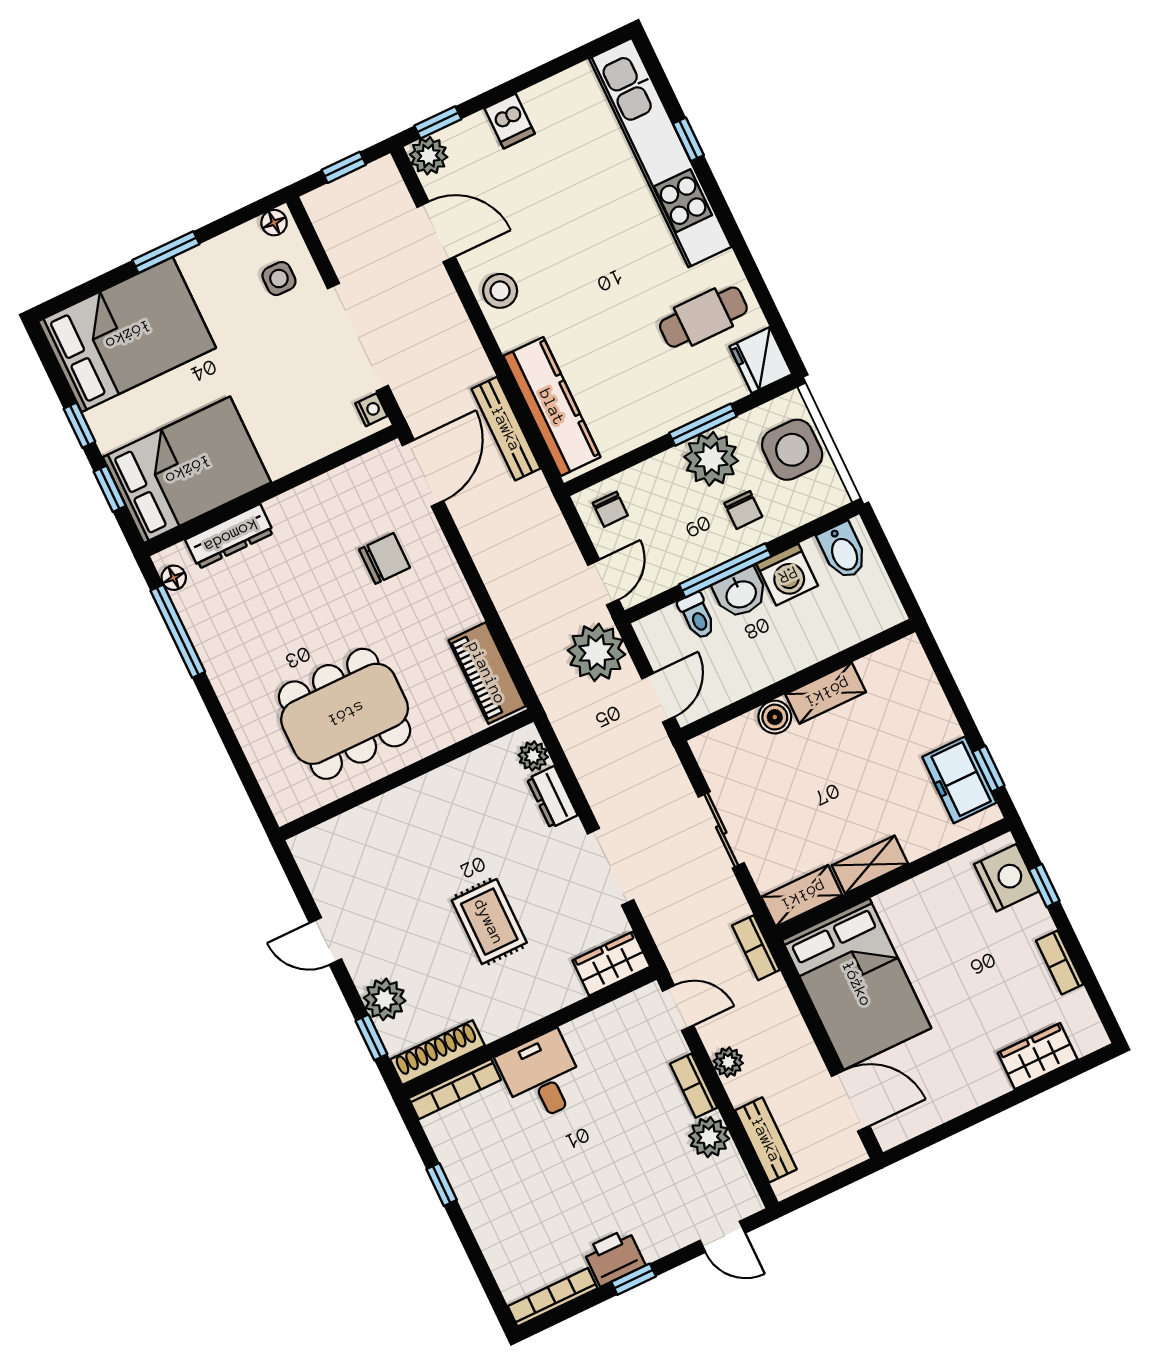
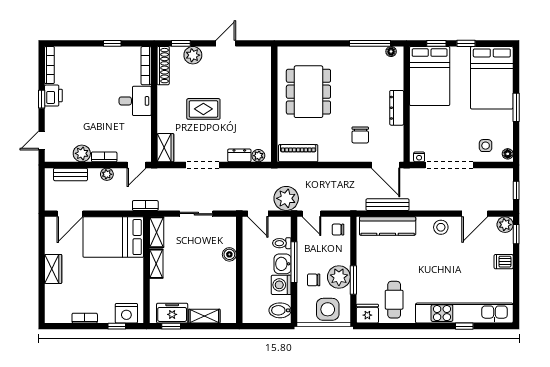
dresser: (230, 536) -> (397, 108), moved
shelving: (826, 693) -> (204, 316), moved, turned 90
wardrobe: (1038, 1056) -> (53, 269), moved

